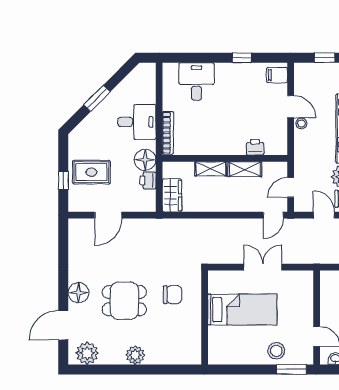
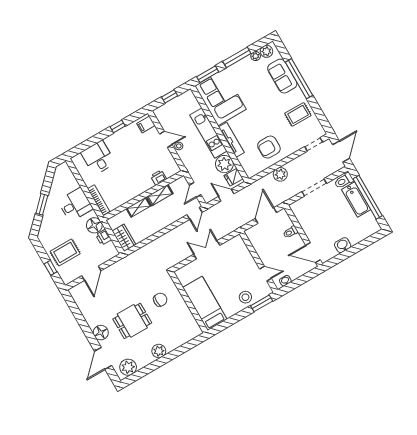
bed: (242, 309) -> (205, 303), moved, turned -90

